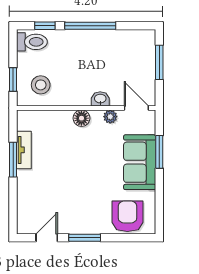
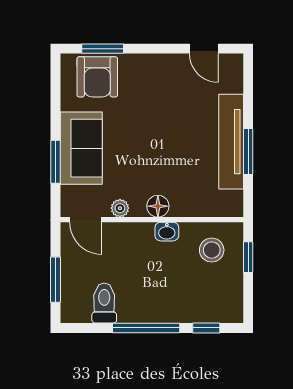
toilet: (32, 42) -> (104, 303), moved, turned 90
washbasin: (100, 99) -> (167, 232), moved
tv unit: (24, 150) -> (231, 142), width x1.92, depth x1.29
door: (47, 238) -> (204, 49), hinge flipped
window: (85, 238) -> (103, 49), moved

